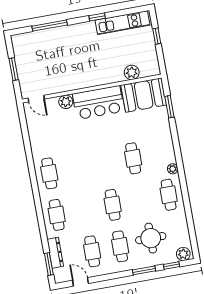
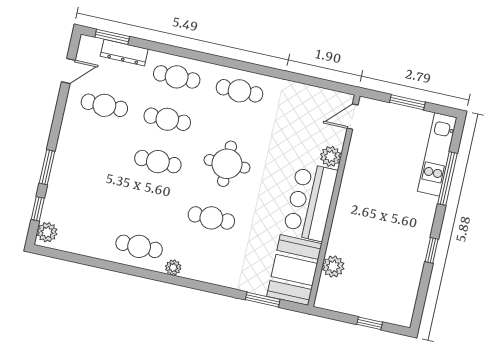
kitchen unit: (122, 23) -> (437, 154), moved
round table: (151, 238) -> (227, 164), moved
cafe table: (120, 246) -> (167, 119), moved

